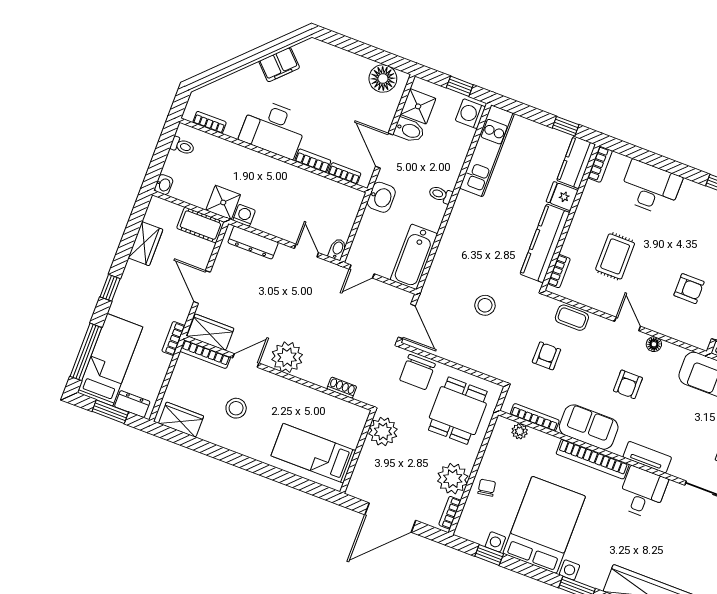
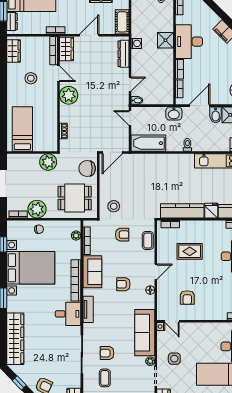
shower: (223, 202) -> (165, 40), moved
stool: (485, 305) -> (114, 206), moved

